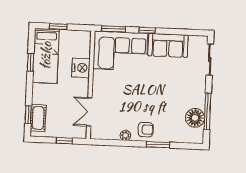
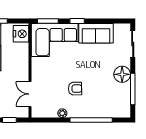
nightstand: (81, 68) -> (21, 34), moved
floor lamp: (195, 118) -> (122, 74), moved
armchair: (146, 130) -> (75, 89), moved
window: (158, 145) -> (91, 120), width x2.11

